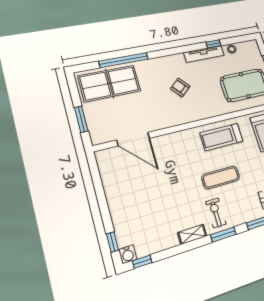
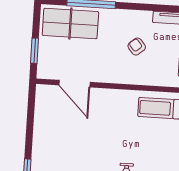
exercise mat: (221, 177) -> (143, 146), removed

